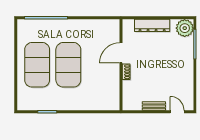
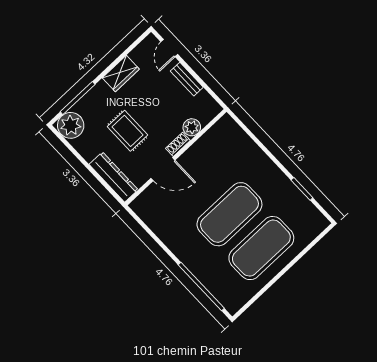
dresser: (152, 25) -> (114, 177), moved
rug: (156, 53) -> (127, 131), added
wardrobe: (187, 76) -> (121, 73), added
plant: (128, 86) -> (192, 127), added

